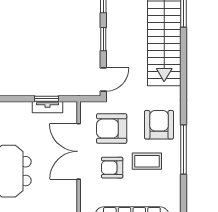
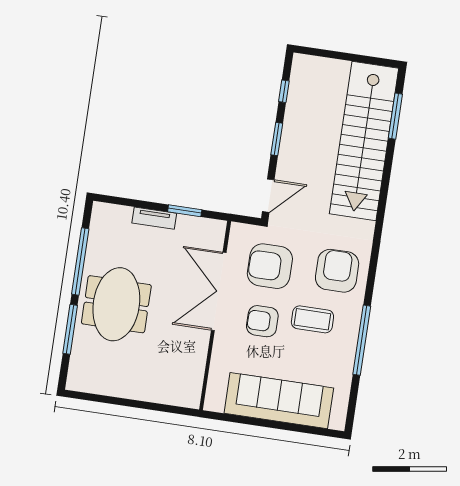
tv unit: (47, 107) -> (154, 218), moved
window: (183, 150) -> (362, 340), moved

